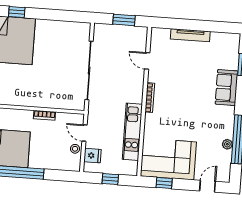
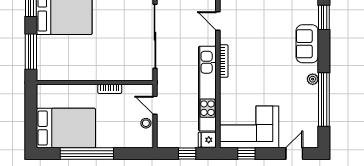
kitchen unit: (132, 132) -> (207, 89), width x1.36
plant: (227, 144) -> (313, 79), moved
fridge: (93, 156) -> (207, 140), moved, turned 180

